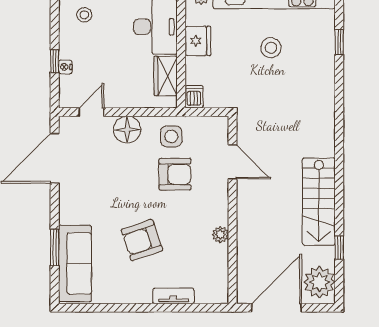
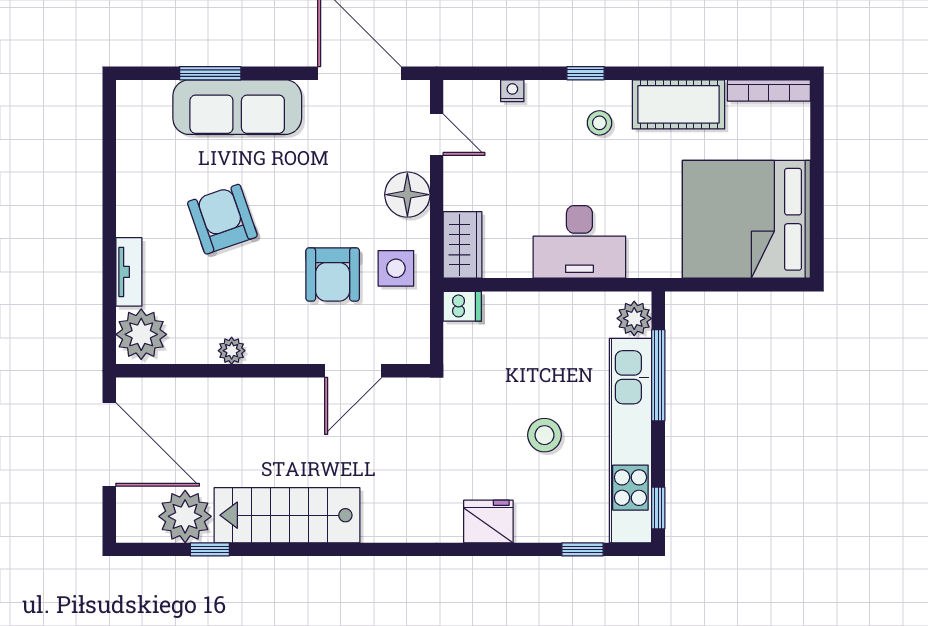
fridge: (198, 41) -> (488, 521), moved, turned 180
window: (339, 42) -> (582, 549), moved
window: (55, 61) -> (586, 73), moved
wardrobe: (166, 76) -> (463, 245), moved, turned 90
sofa: (75, 263) -> (237, 107), moved
plant: (319, 282) -> (185, 516), moved
plant: (211, 289) -> (141, 334), added

